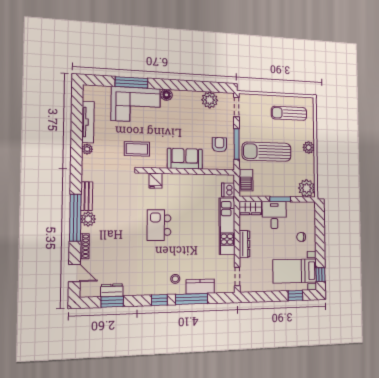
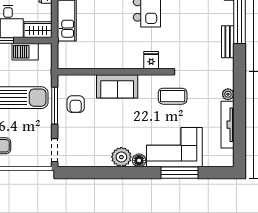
plant: (210, 100) -> (121, 157), moved
barbecue: (246, 180) -> (25, 52), moved, turned -90
dishwasher: (228, 190) -> (65, 51), removed
plant: (88, 219) -> (226, 16), removed

